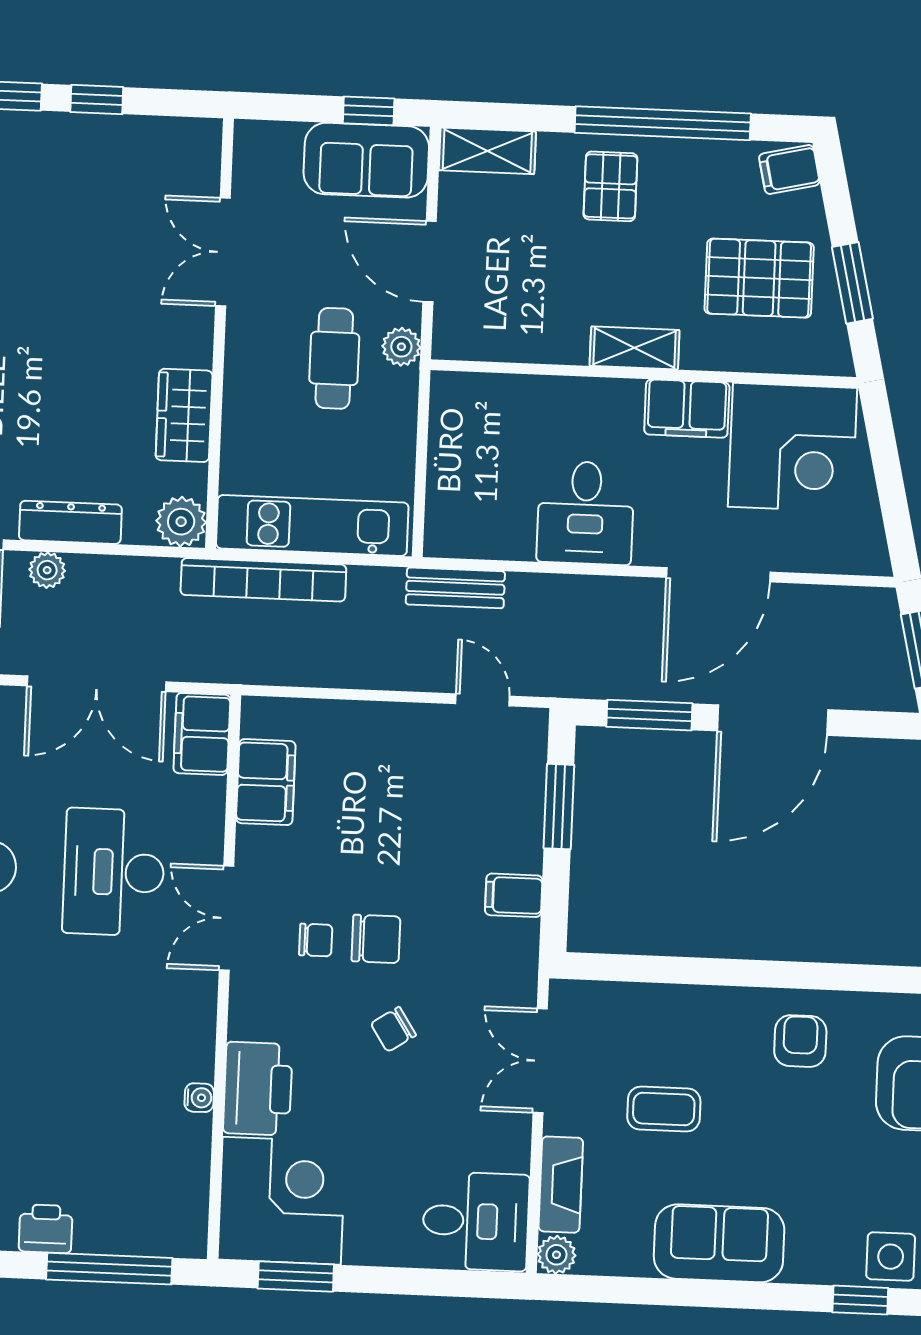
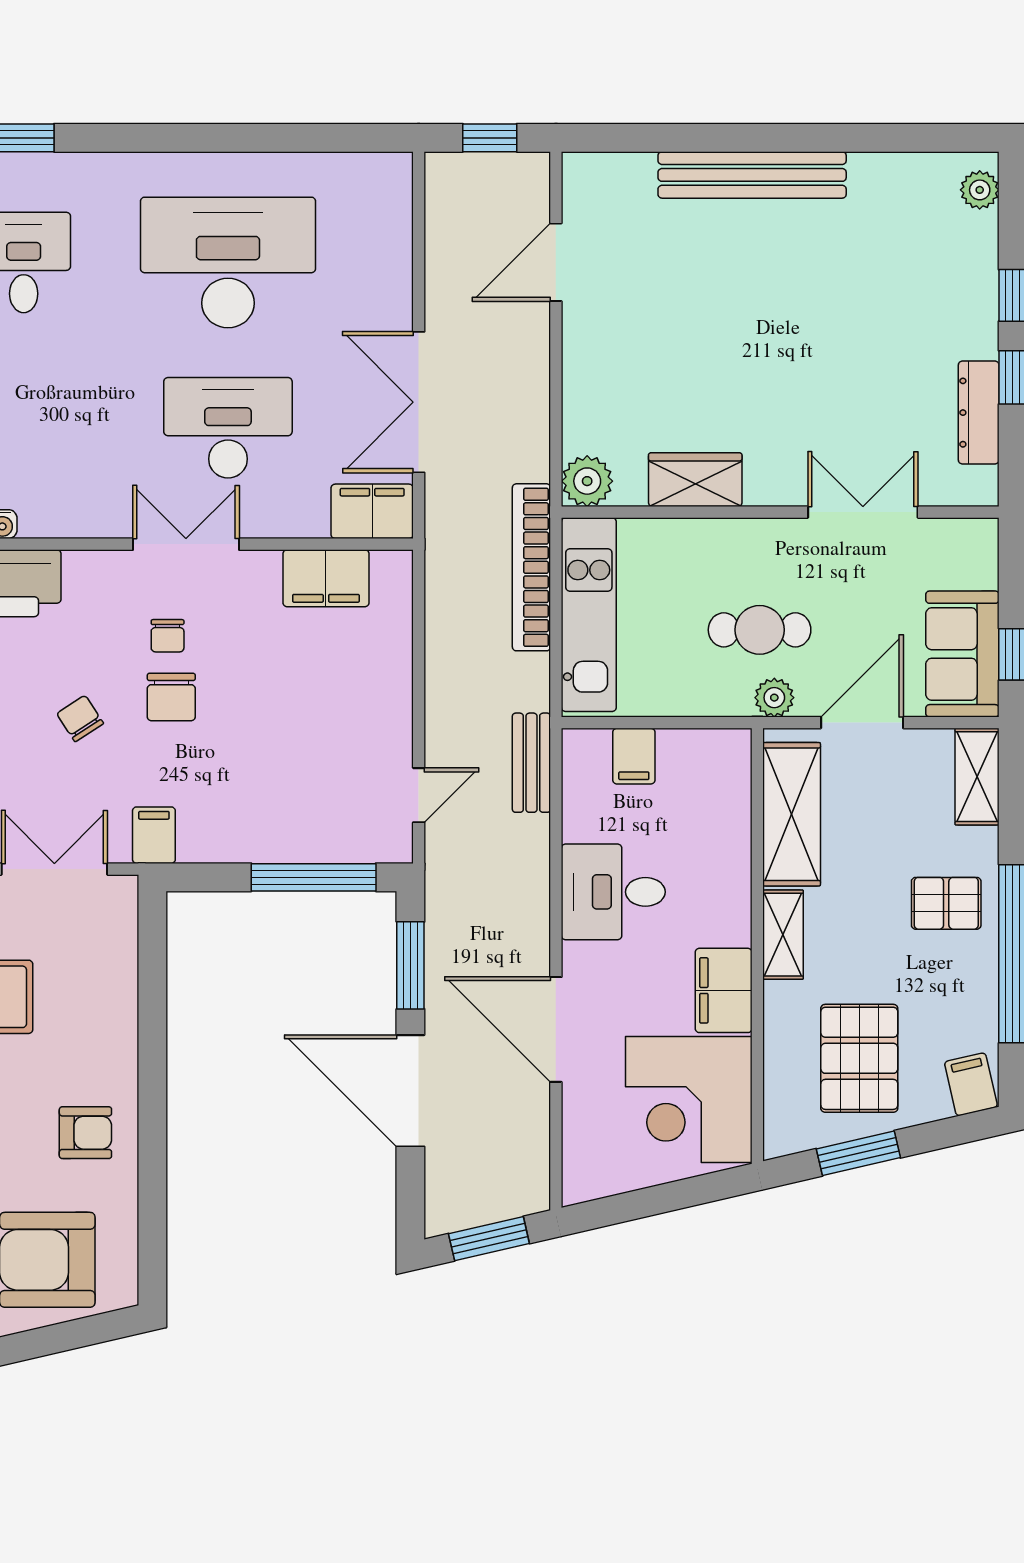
shelving: (517, 335) -> (792, 814), added
filing cabinet: (453, 487) -> (634, 756), added
dresser: (70, 522) -> (979, 413), moved, turned 180
plant: (47, 570) -> (532, 347), removed
window: (559, 807) -> (314, 877), width x1.44
filing cabinet: (514, 895) -> (154, 835), moved

